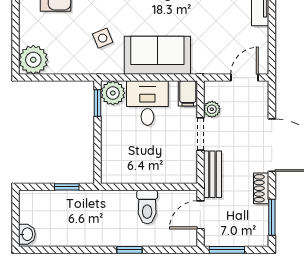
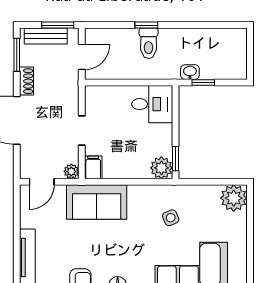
sofa: (157, 55) -> (97, 202), moved
desk: (147, 103) -> (152, 104), moved, turned -90
plant: (212, 109) -> (71, 171), moved
bench: (212, 174) -> (46, 36), moved, turned 90
toilet: (147, 207) -> (149, 43), moved, turned 180
washbasin: (27, 234) -> (190, 72), moved, turned 90

